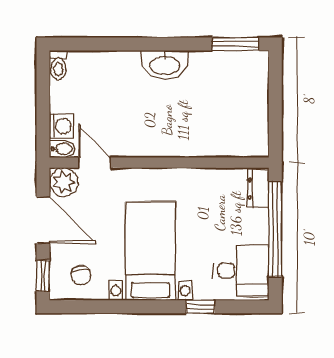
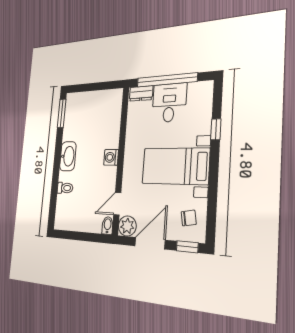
toilet: (58, 65) -> (65, 188), moved
washing machine: (61, 126) -> (111, 157), moved, turned -90
desk: (241, 271) -> (169, 103), moved

